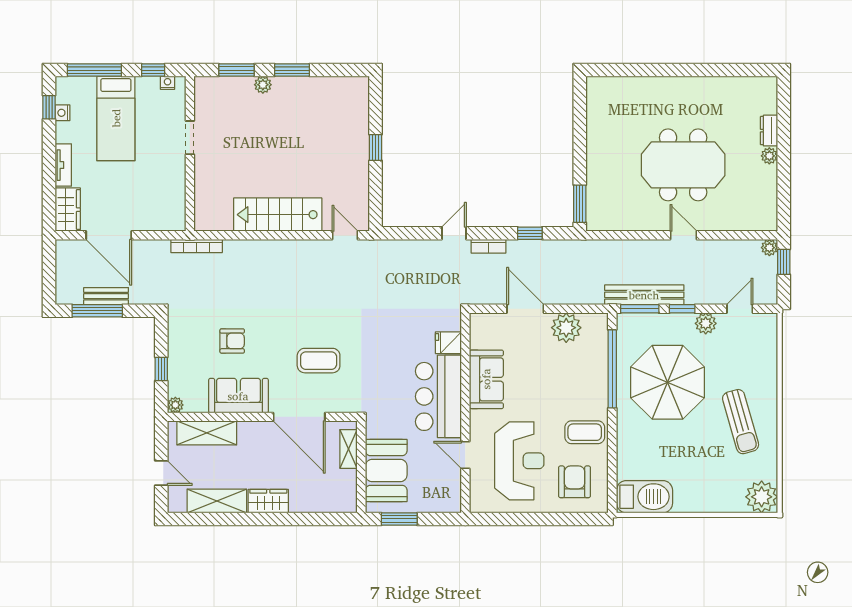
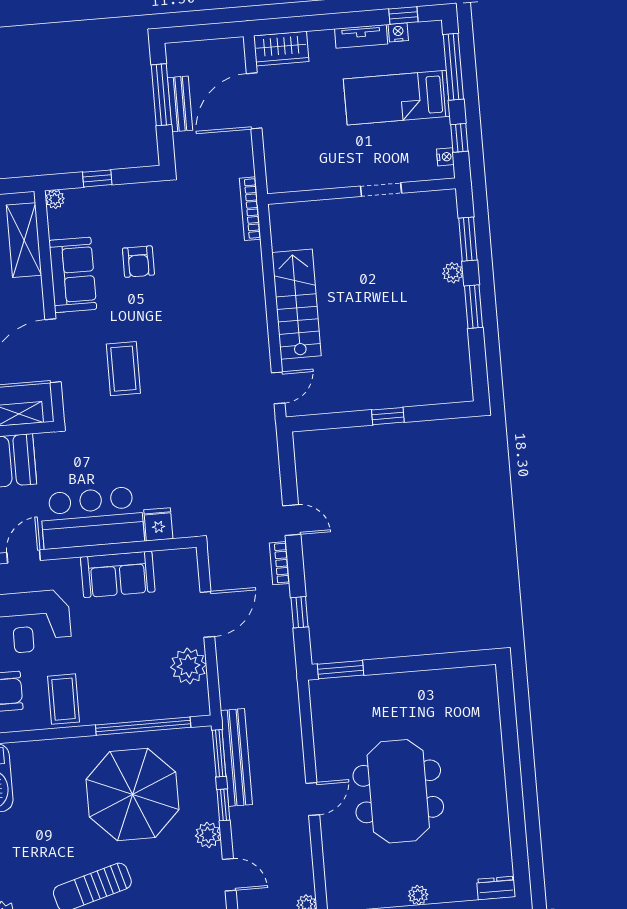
dresser: (769, 131) -> (496, 888), moved
tv unit: (63, 165) -> (361, 36), moved

